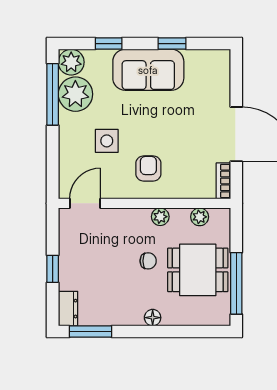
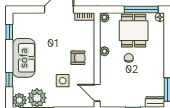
window: (172, 44) -> (9, 32), moved
armchair: (148, 169) -> (78, 58), turned 180
plant: (200, 217) -> (104, 17), moved
floor lamp: (153, 318) -> (160, 17), moved

